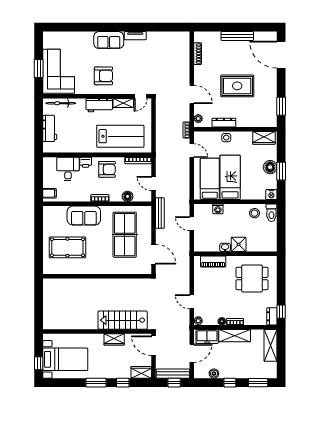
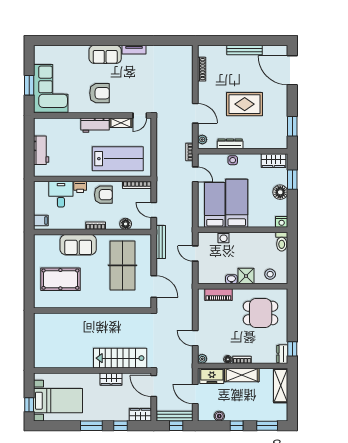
bicycle: (61, 103) -> (53, 123), removed
window: (281, 171) -> (292, 180), moved
stool: (254, 213) -> (270, 274), moved
door: (192, 353) -> (195, 394), swing flipped

